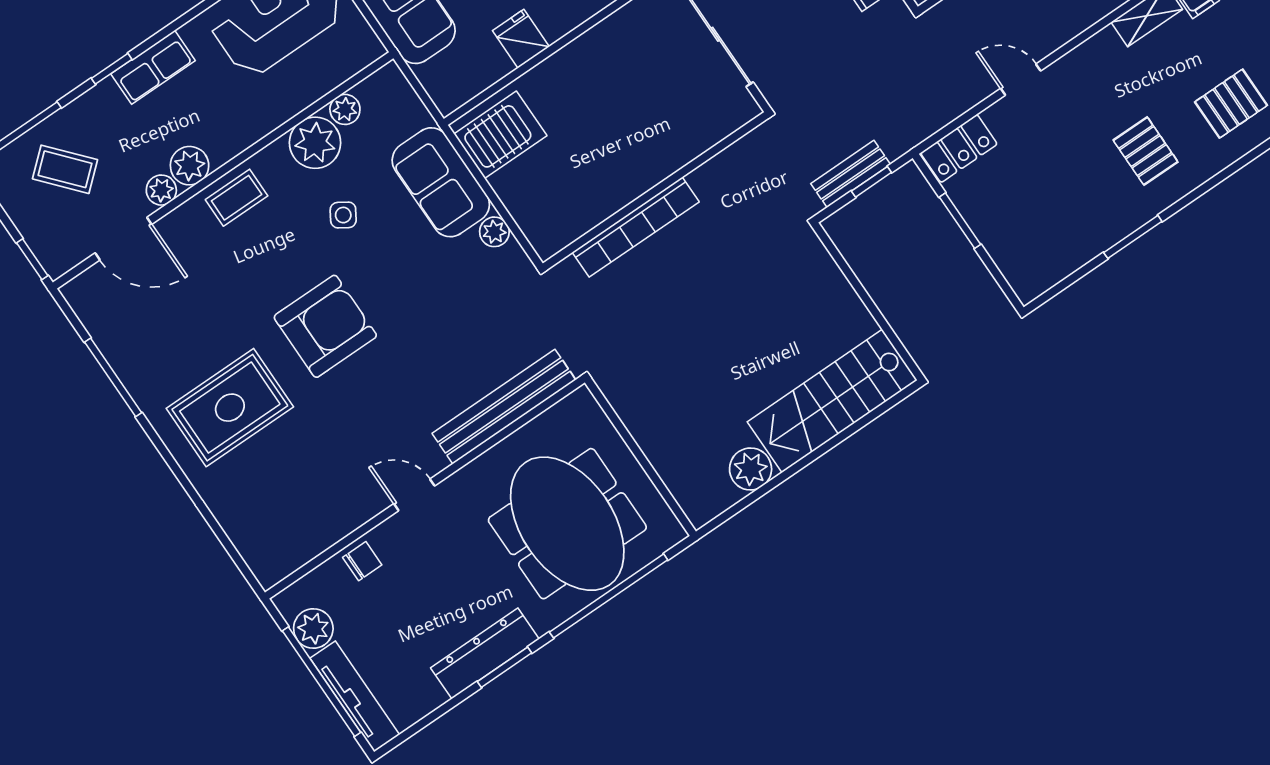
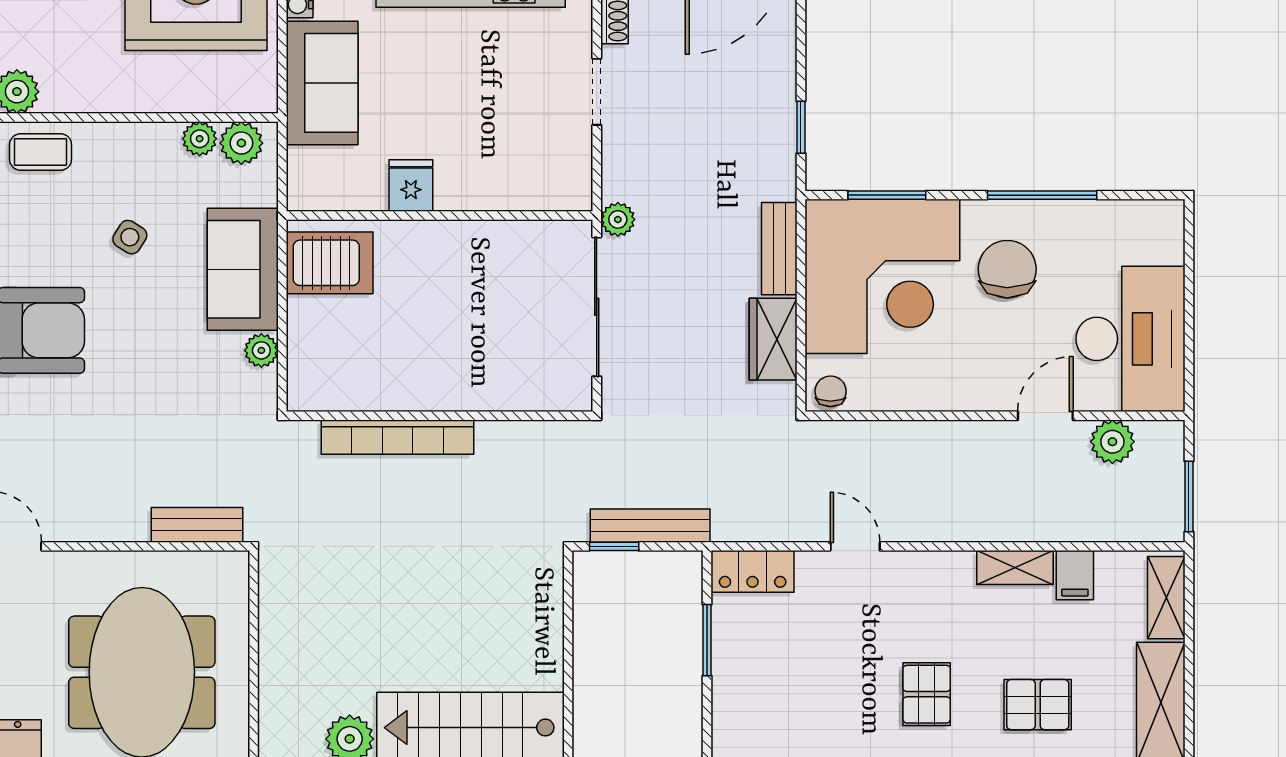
plant: (315, 143) -> (241, 143), moved, width x0.73, depth x0.73
bench: (851, 174) -> (650, 526), width x1.36
window: (871, 182) -> (614, 546), moved
bench: (504, 407) -> (197, 525), width x0.54, depth x0.82

